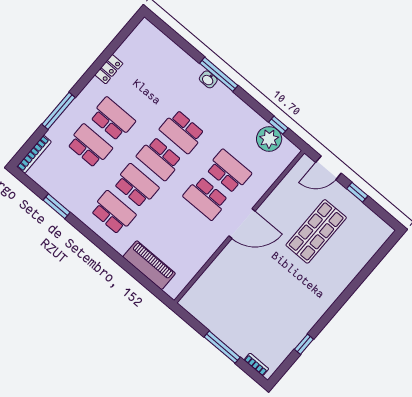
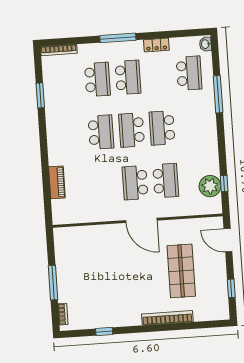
window: (219, 74) -> (218, 94), moved
washbasin: (208, 79) -> (205, 44), moved
window: (59, 111) -> (118, 38), moved
window: (357, 192) -> (231, 288), moved
school desk: (113, 213) -> (189, 73), moved
shop shelf: (316, 231) -> (181, 271), turned 90
piano: (149, 265) -> (57, 182), width x0.73, depth x0.75
bookcase: (344, 281) -> (167, 318), added

